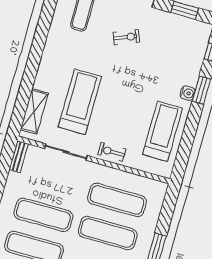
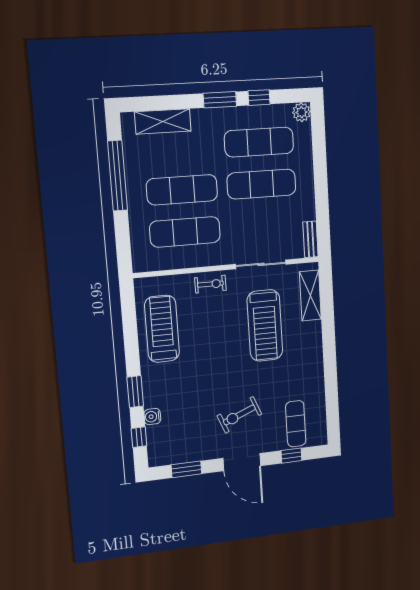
exercise bike: (126, 37) -> (239, 415), width x1.38, depth x1.39
water cooler: (188, 93) -> (152, 417), moved
treadmill: (162, 131) -> (162, 329), turned 180

